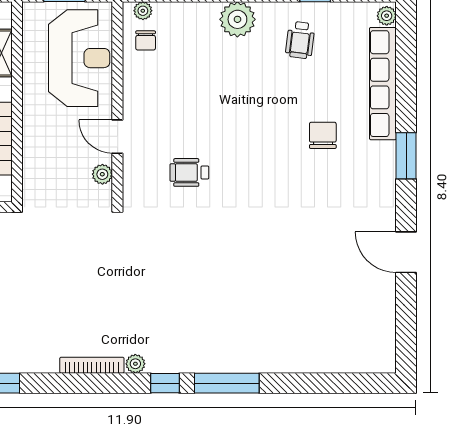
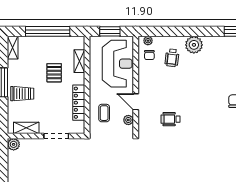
wheelchair: (300, 40) -> (172, 58), moved
coffee table: (52, 160) -> (104, 113), added

